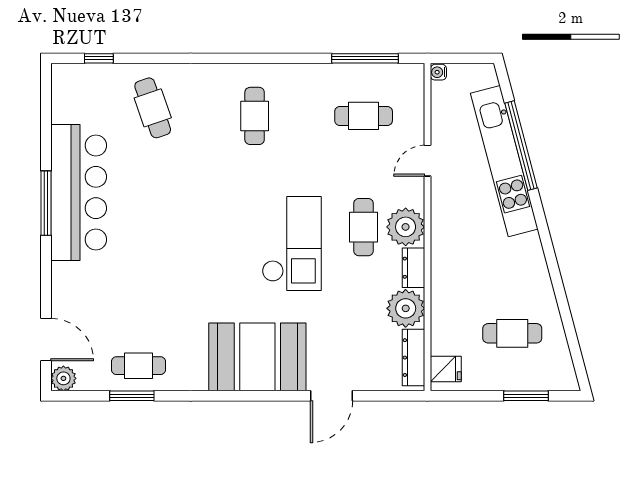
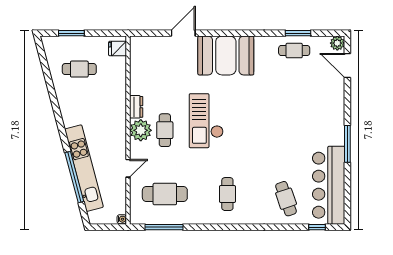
cafe table: (364, 116) -> (165, 194), width x1.37, depth x1.35
bar counter: (79, 192) -> (329, 185), moved
plant: (406, 308) -> (141, 83), removed
dresser: (414, 358) -> (136, 55), removed

